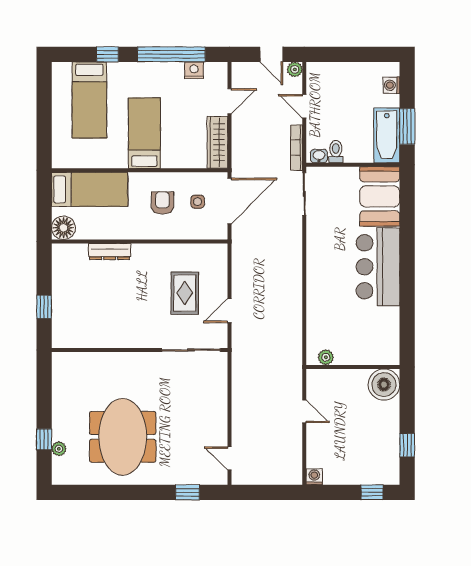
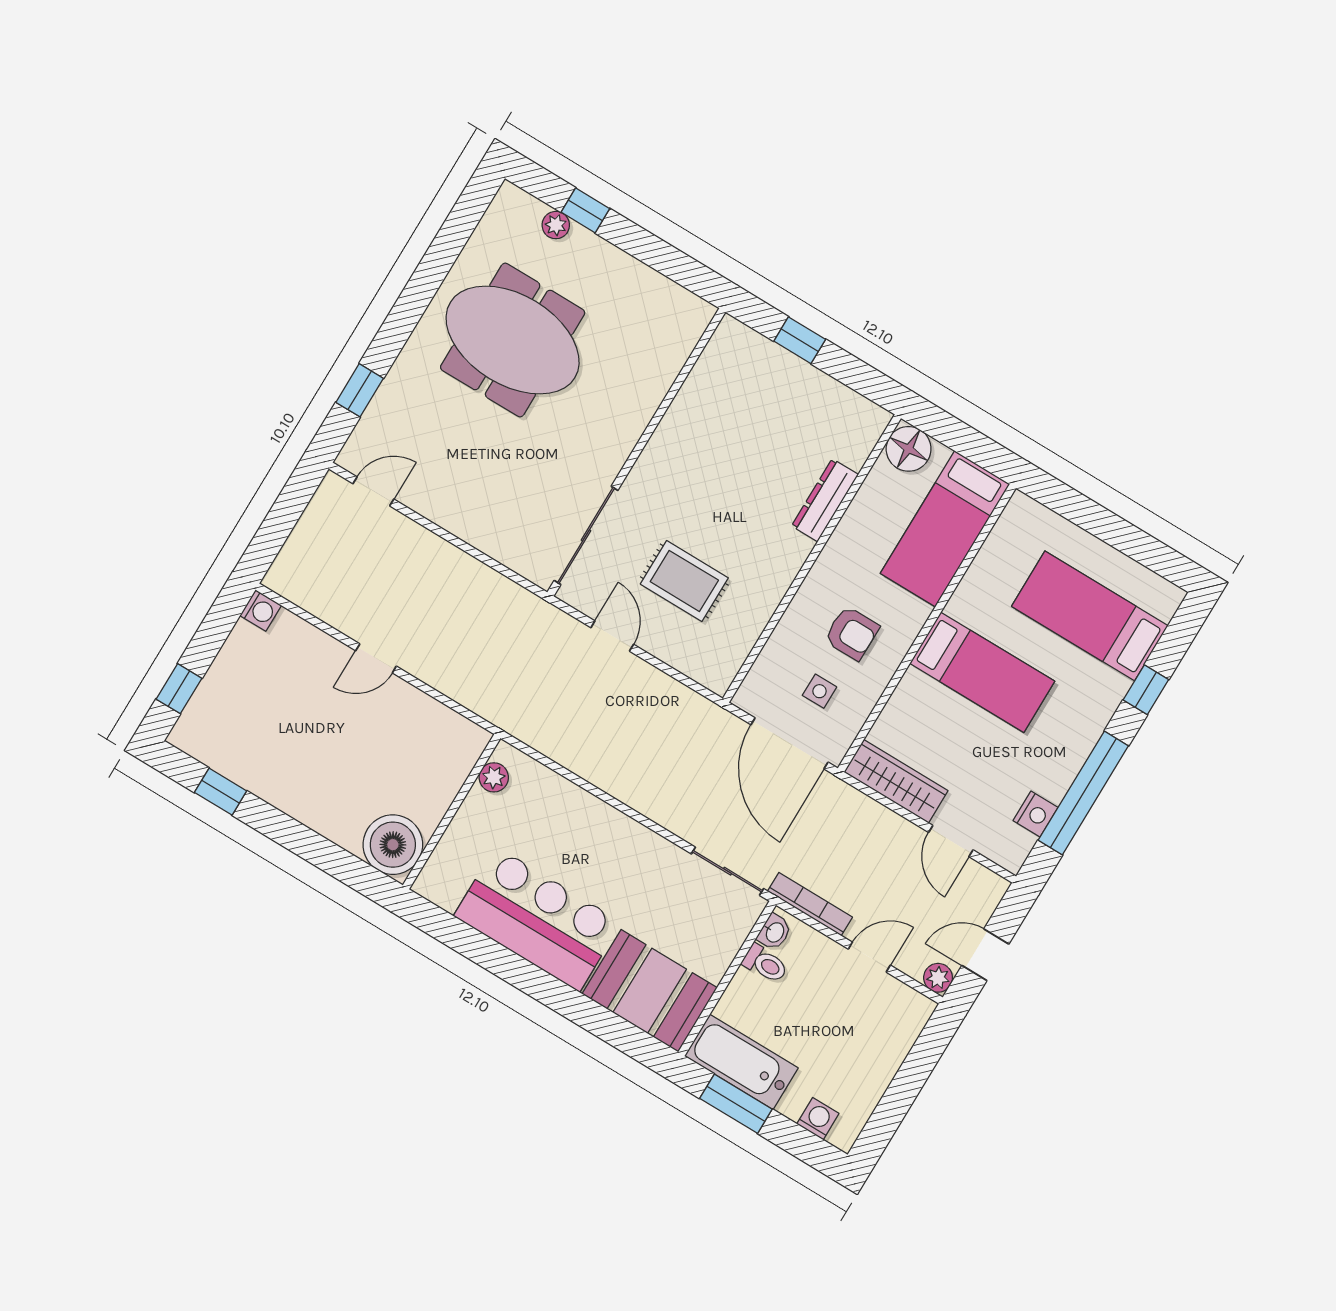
plant: (326, 357) -> (494, 777), moved
wall: (353, 367) -> (452, 812), moved
boiler: (384, 385) -> (393, 845), moved

